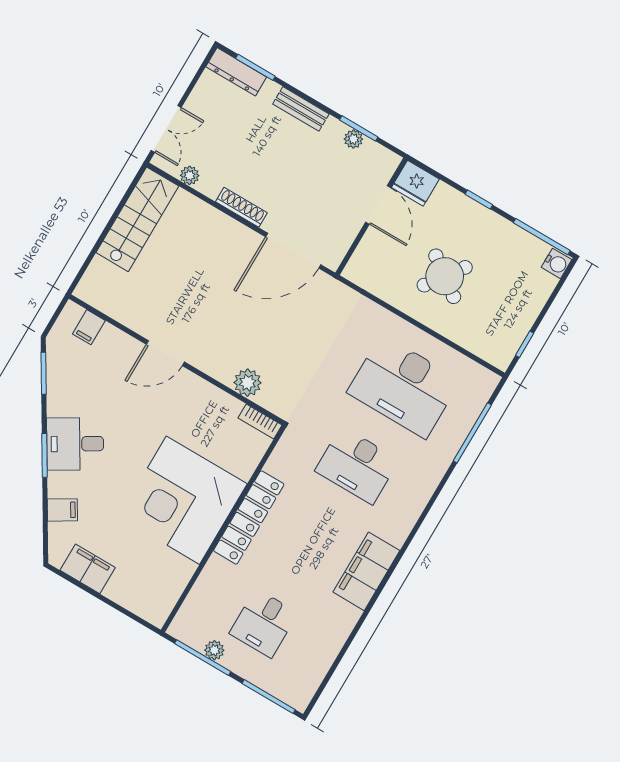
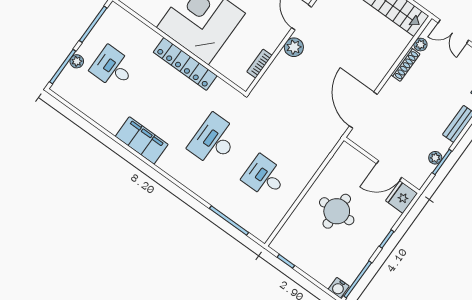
shoe rack: (241, 207) -> (405, 64), moved
round table: (445, 276) -> (337, 211), turned -36
plant: (248, 383) -> (294, 47), moved
desk: (404, 386) -> (265, 177), width x0.53, depth x0.77
bookcase: (260, 421) -> (259, 64), moved
plant: (214, 650) -> (77, 61), moved

